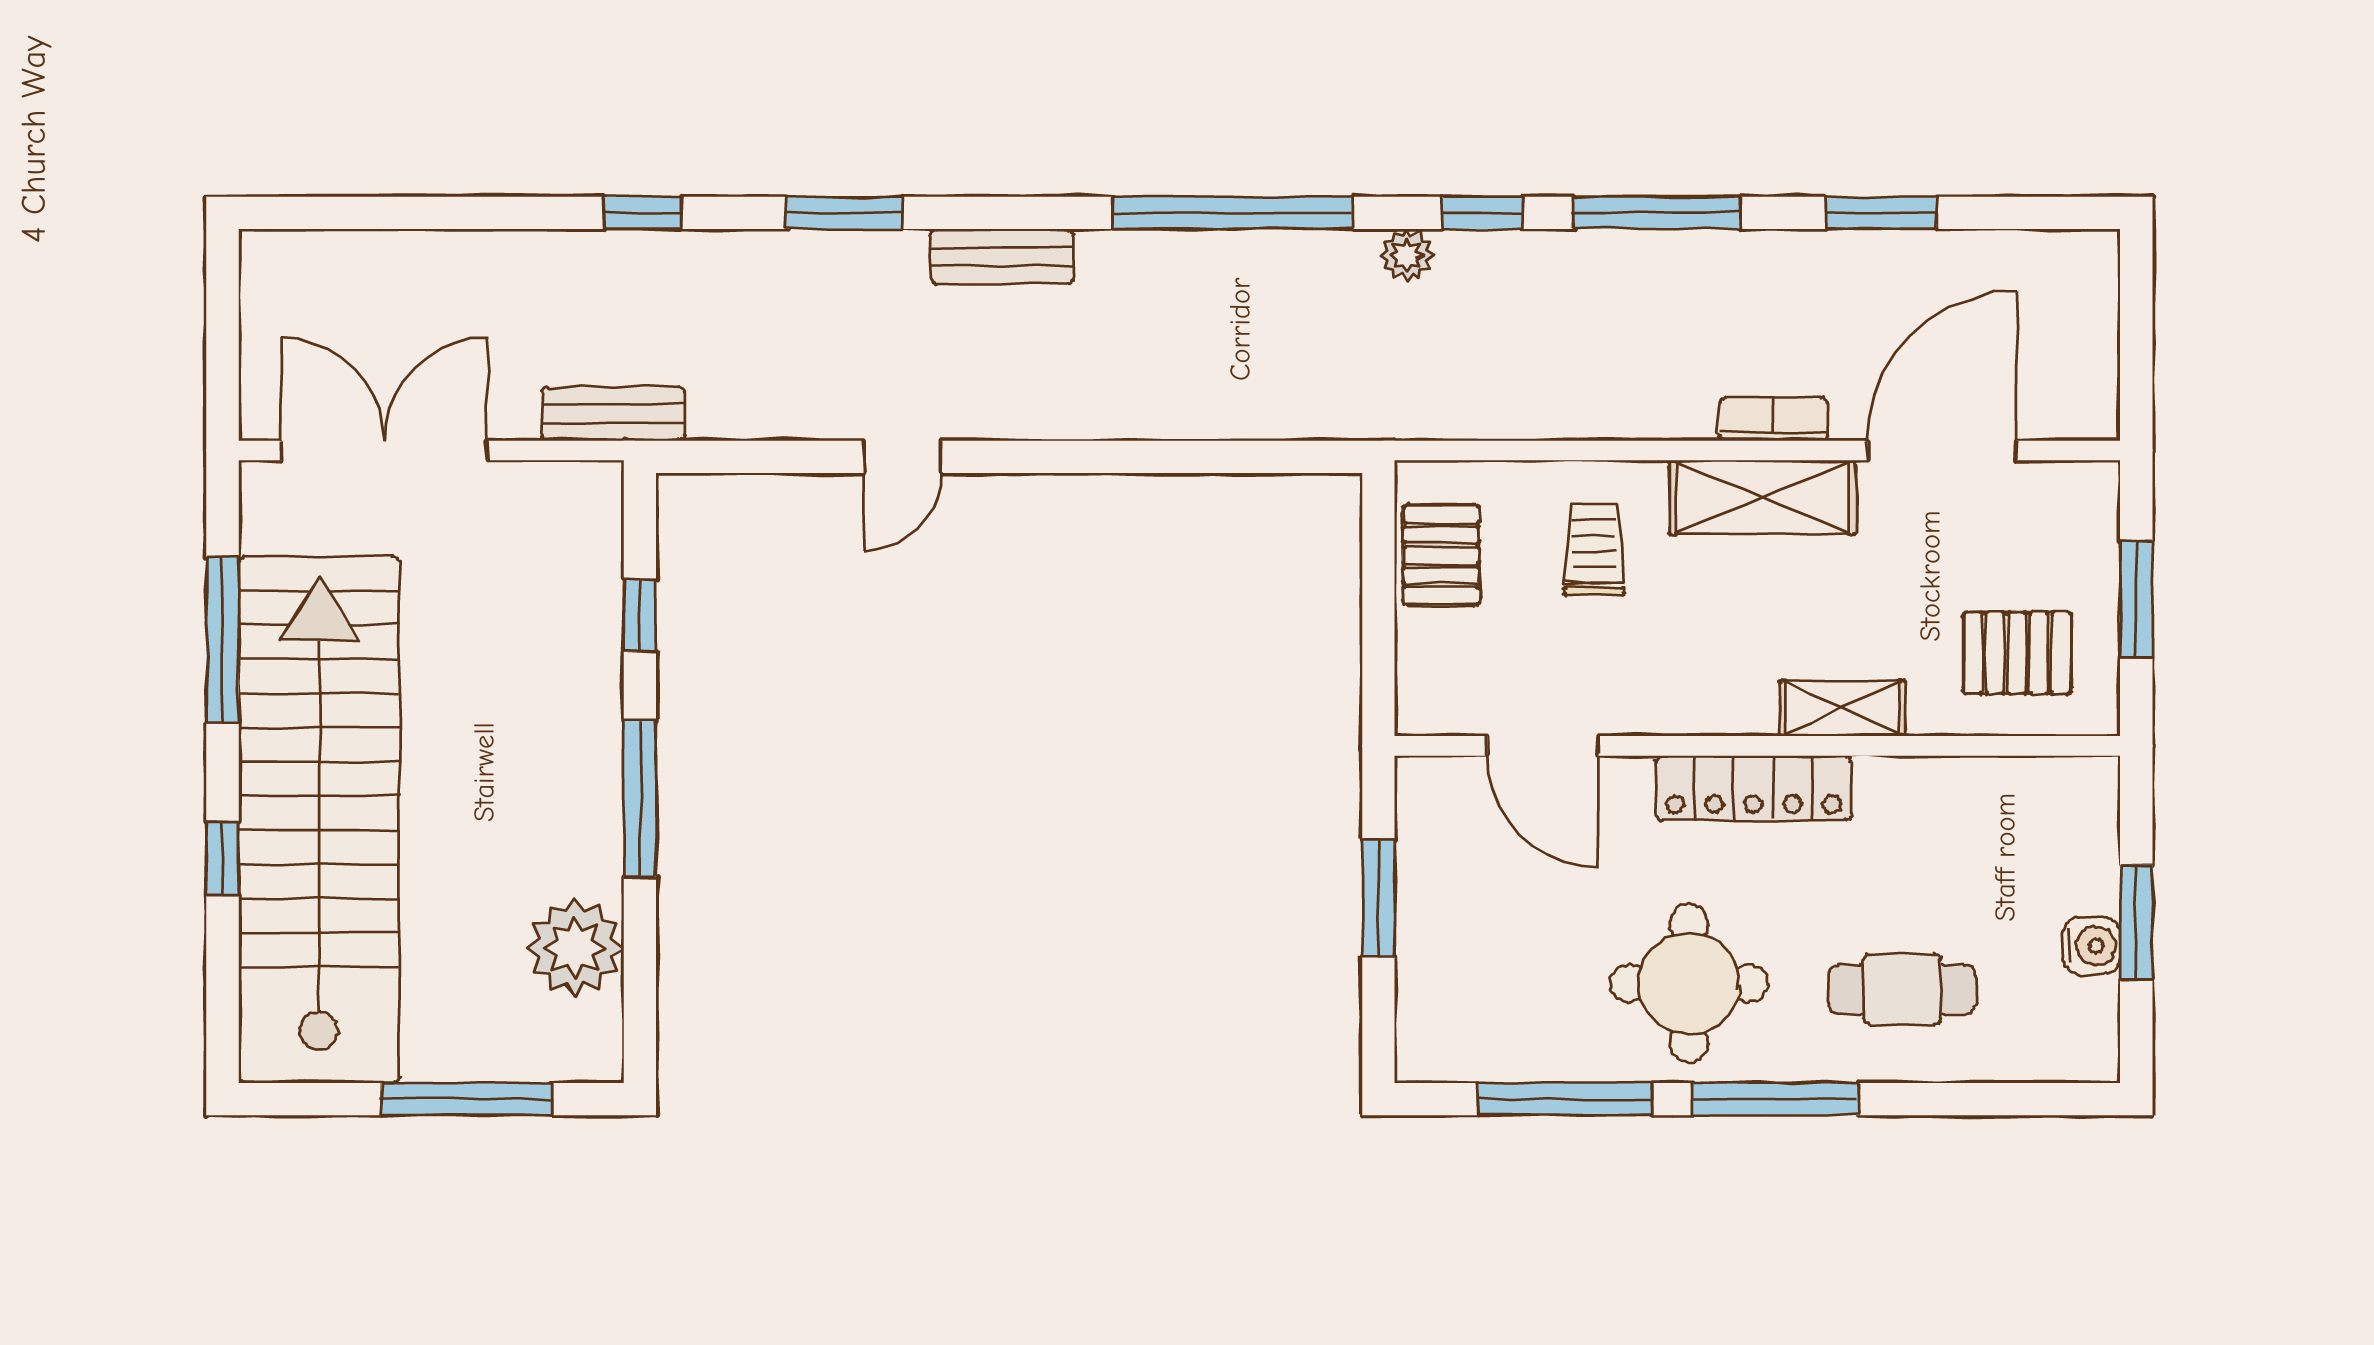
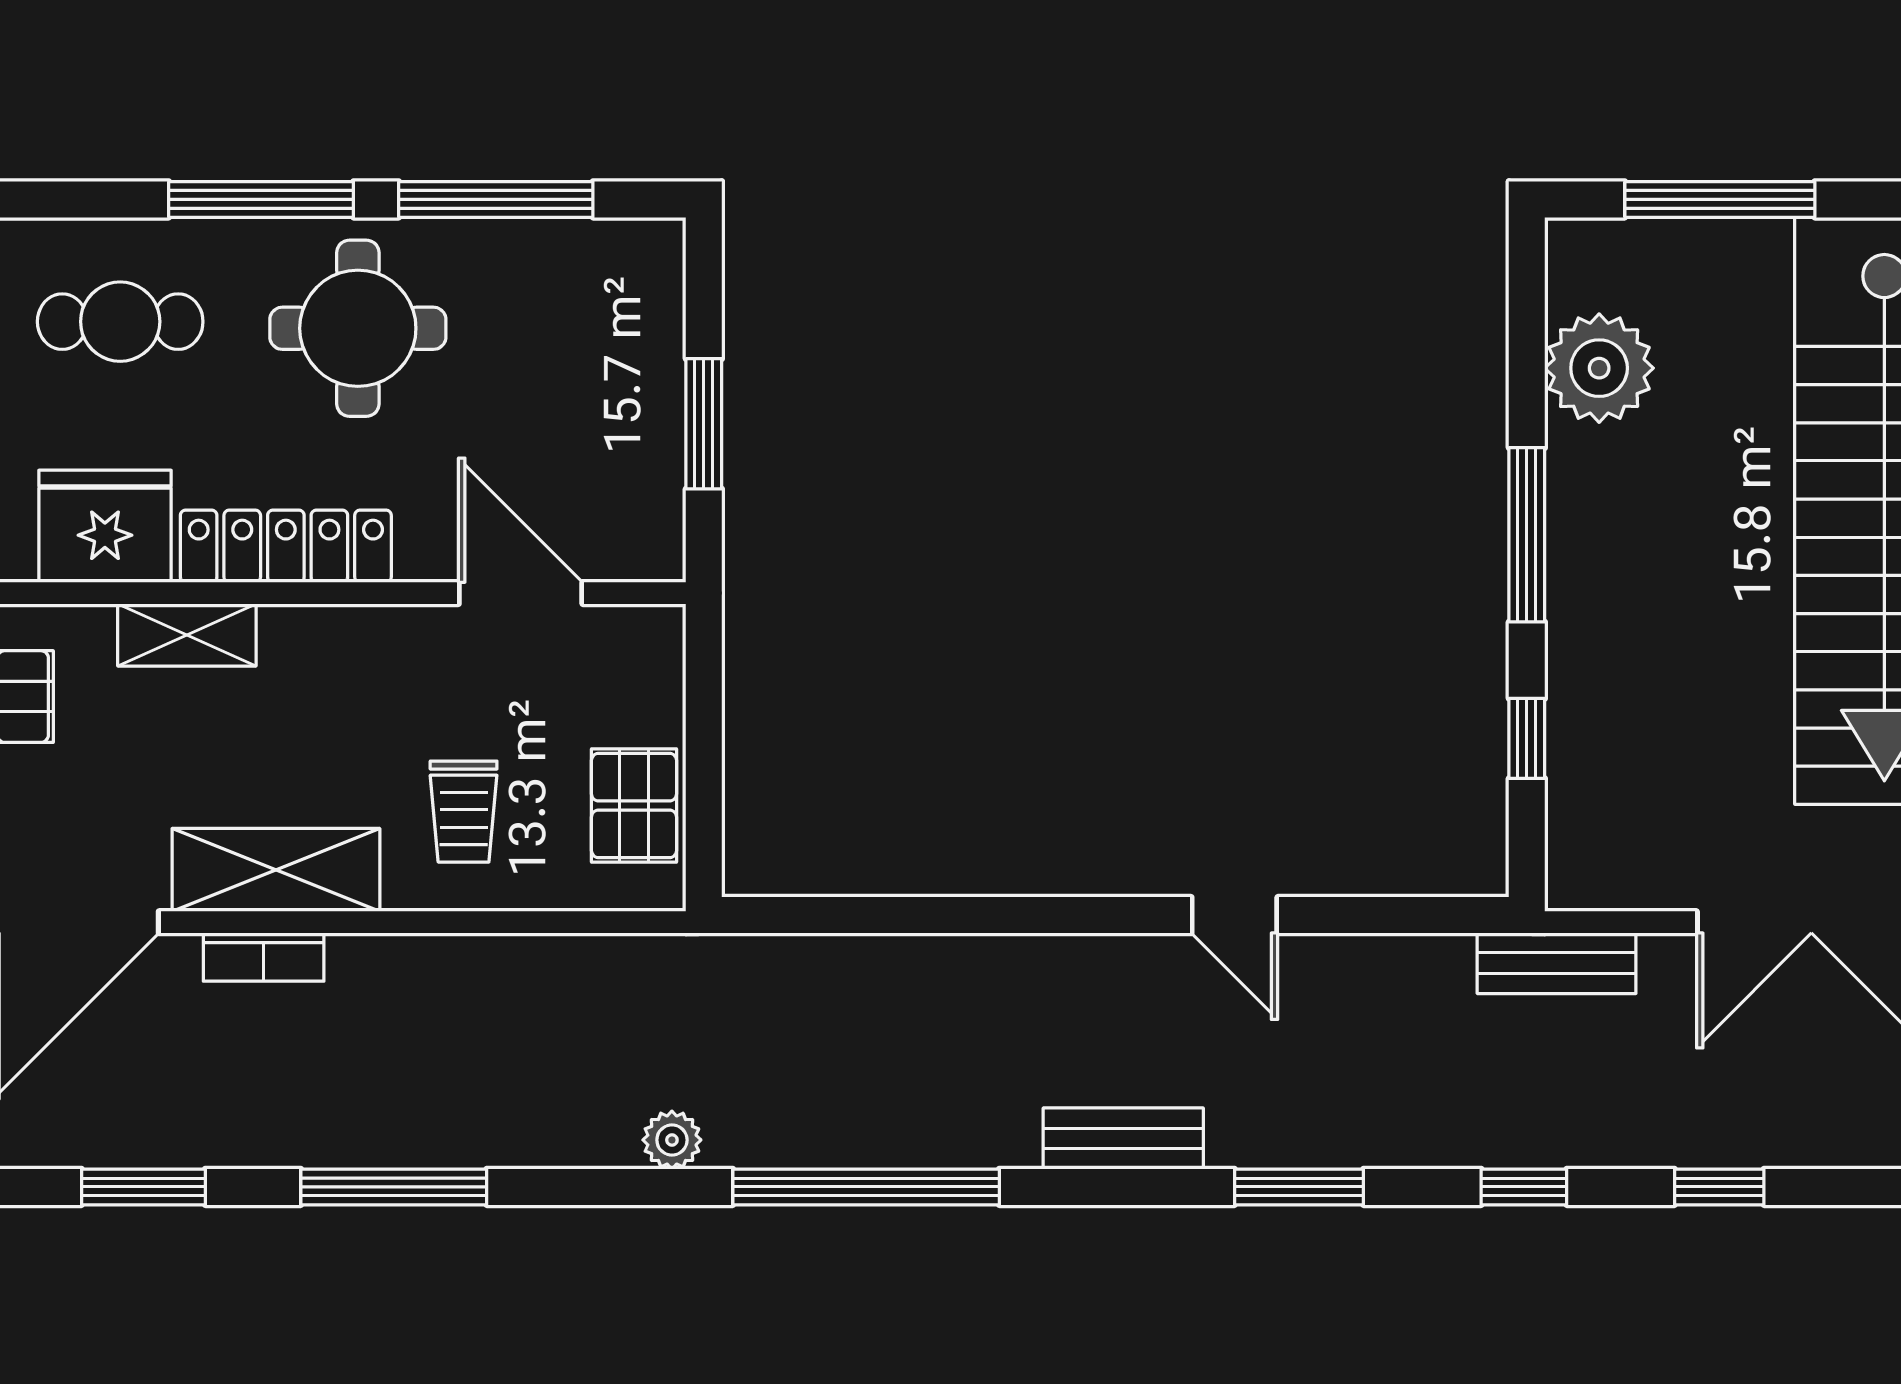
window: (1482, 213) -> (1719, 1187), moved
door: (902, 457) -> (1234, 915), swing flipped
fridge: (1916, 806) -> (105, 526), added

